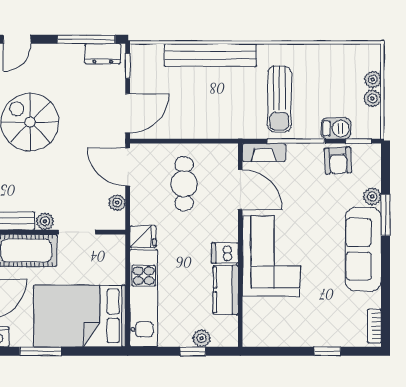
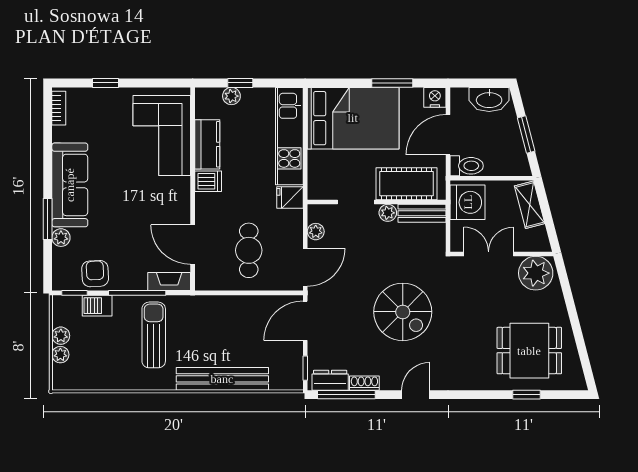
shoe rack: (68, 51) -> (364, 383), added
door: (128, 167) -> (305, 267), hinge flipped
corner sofa: (271, 256) -> (162, 135), moved

